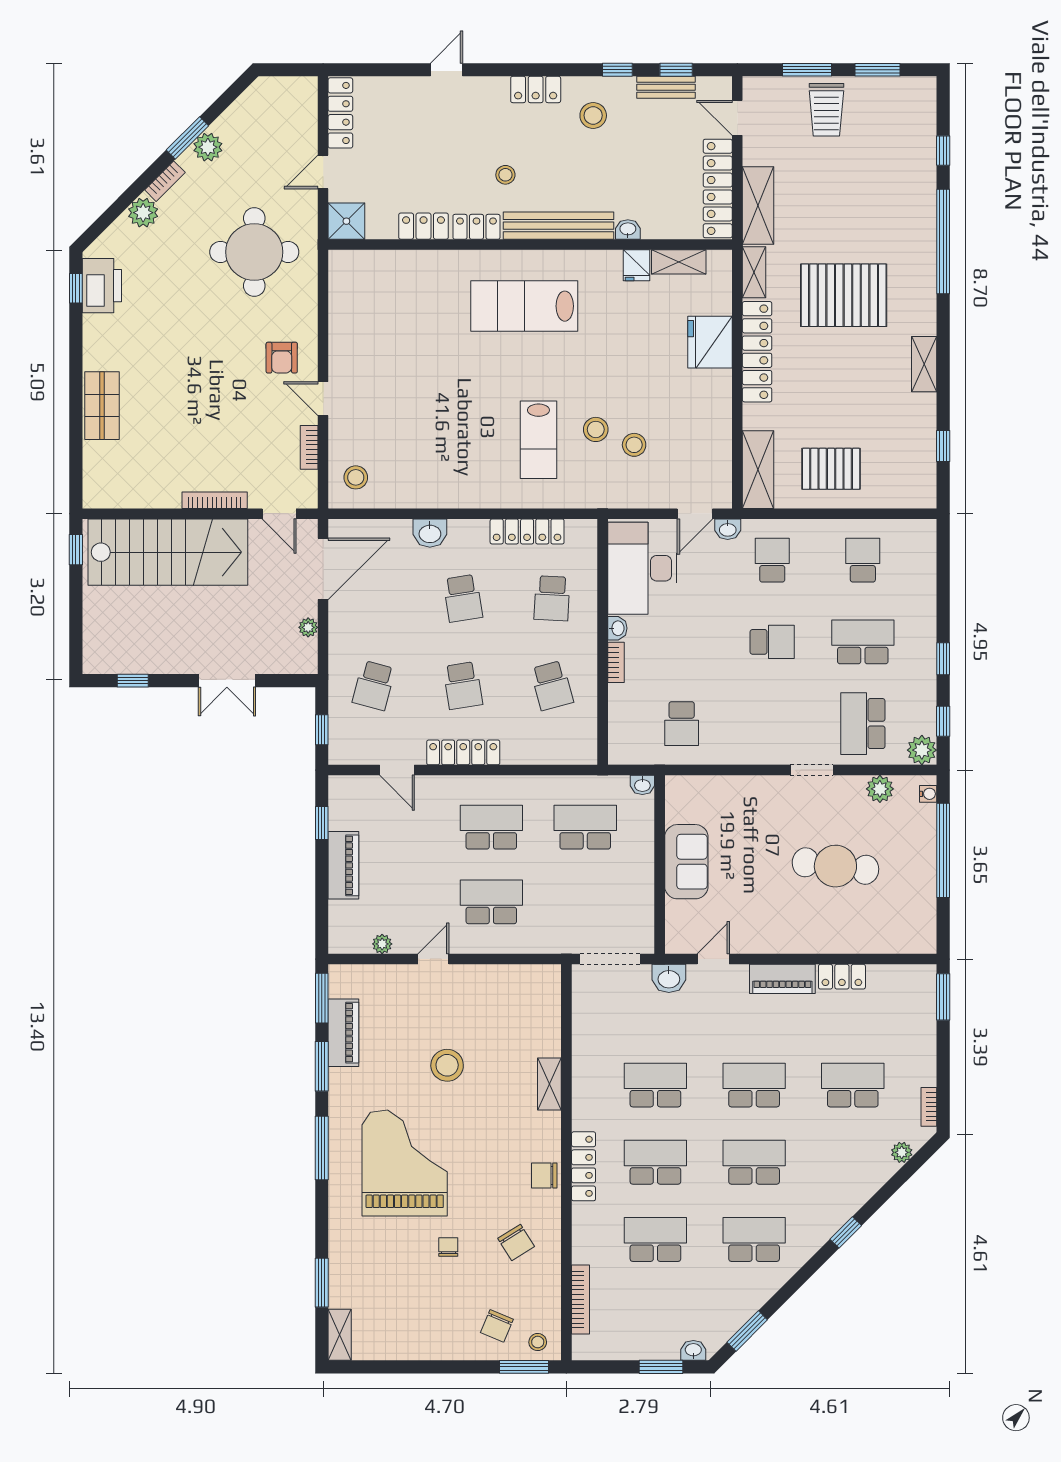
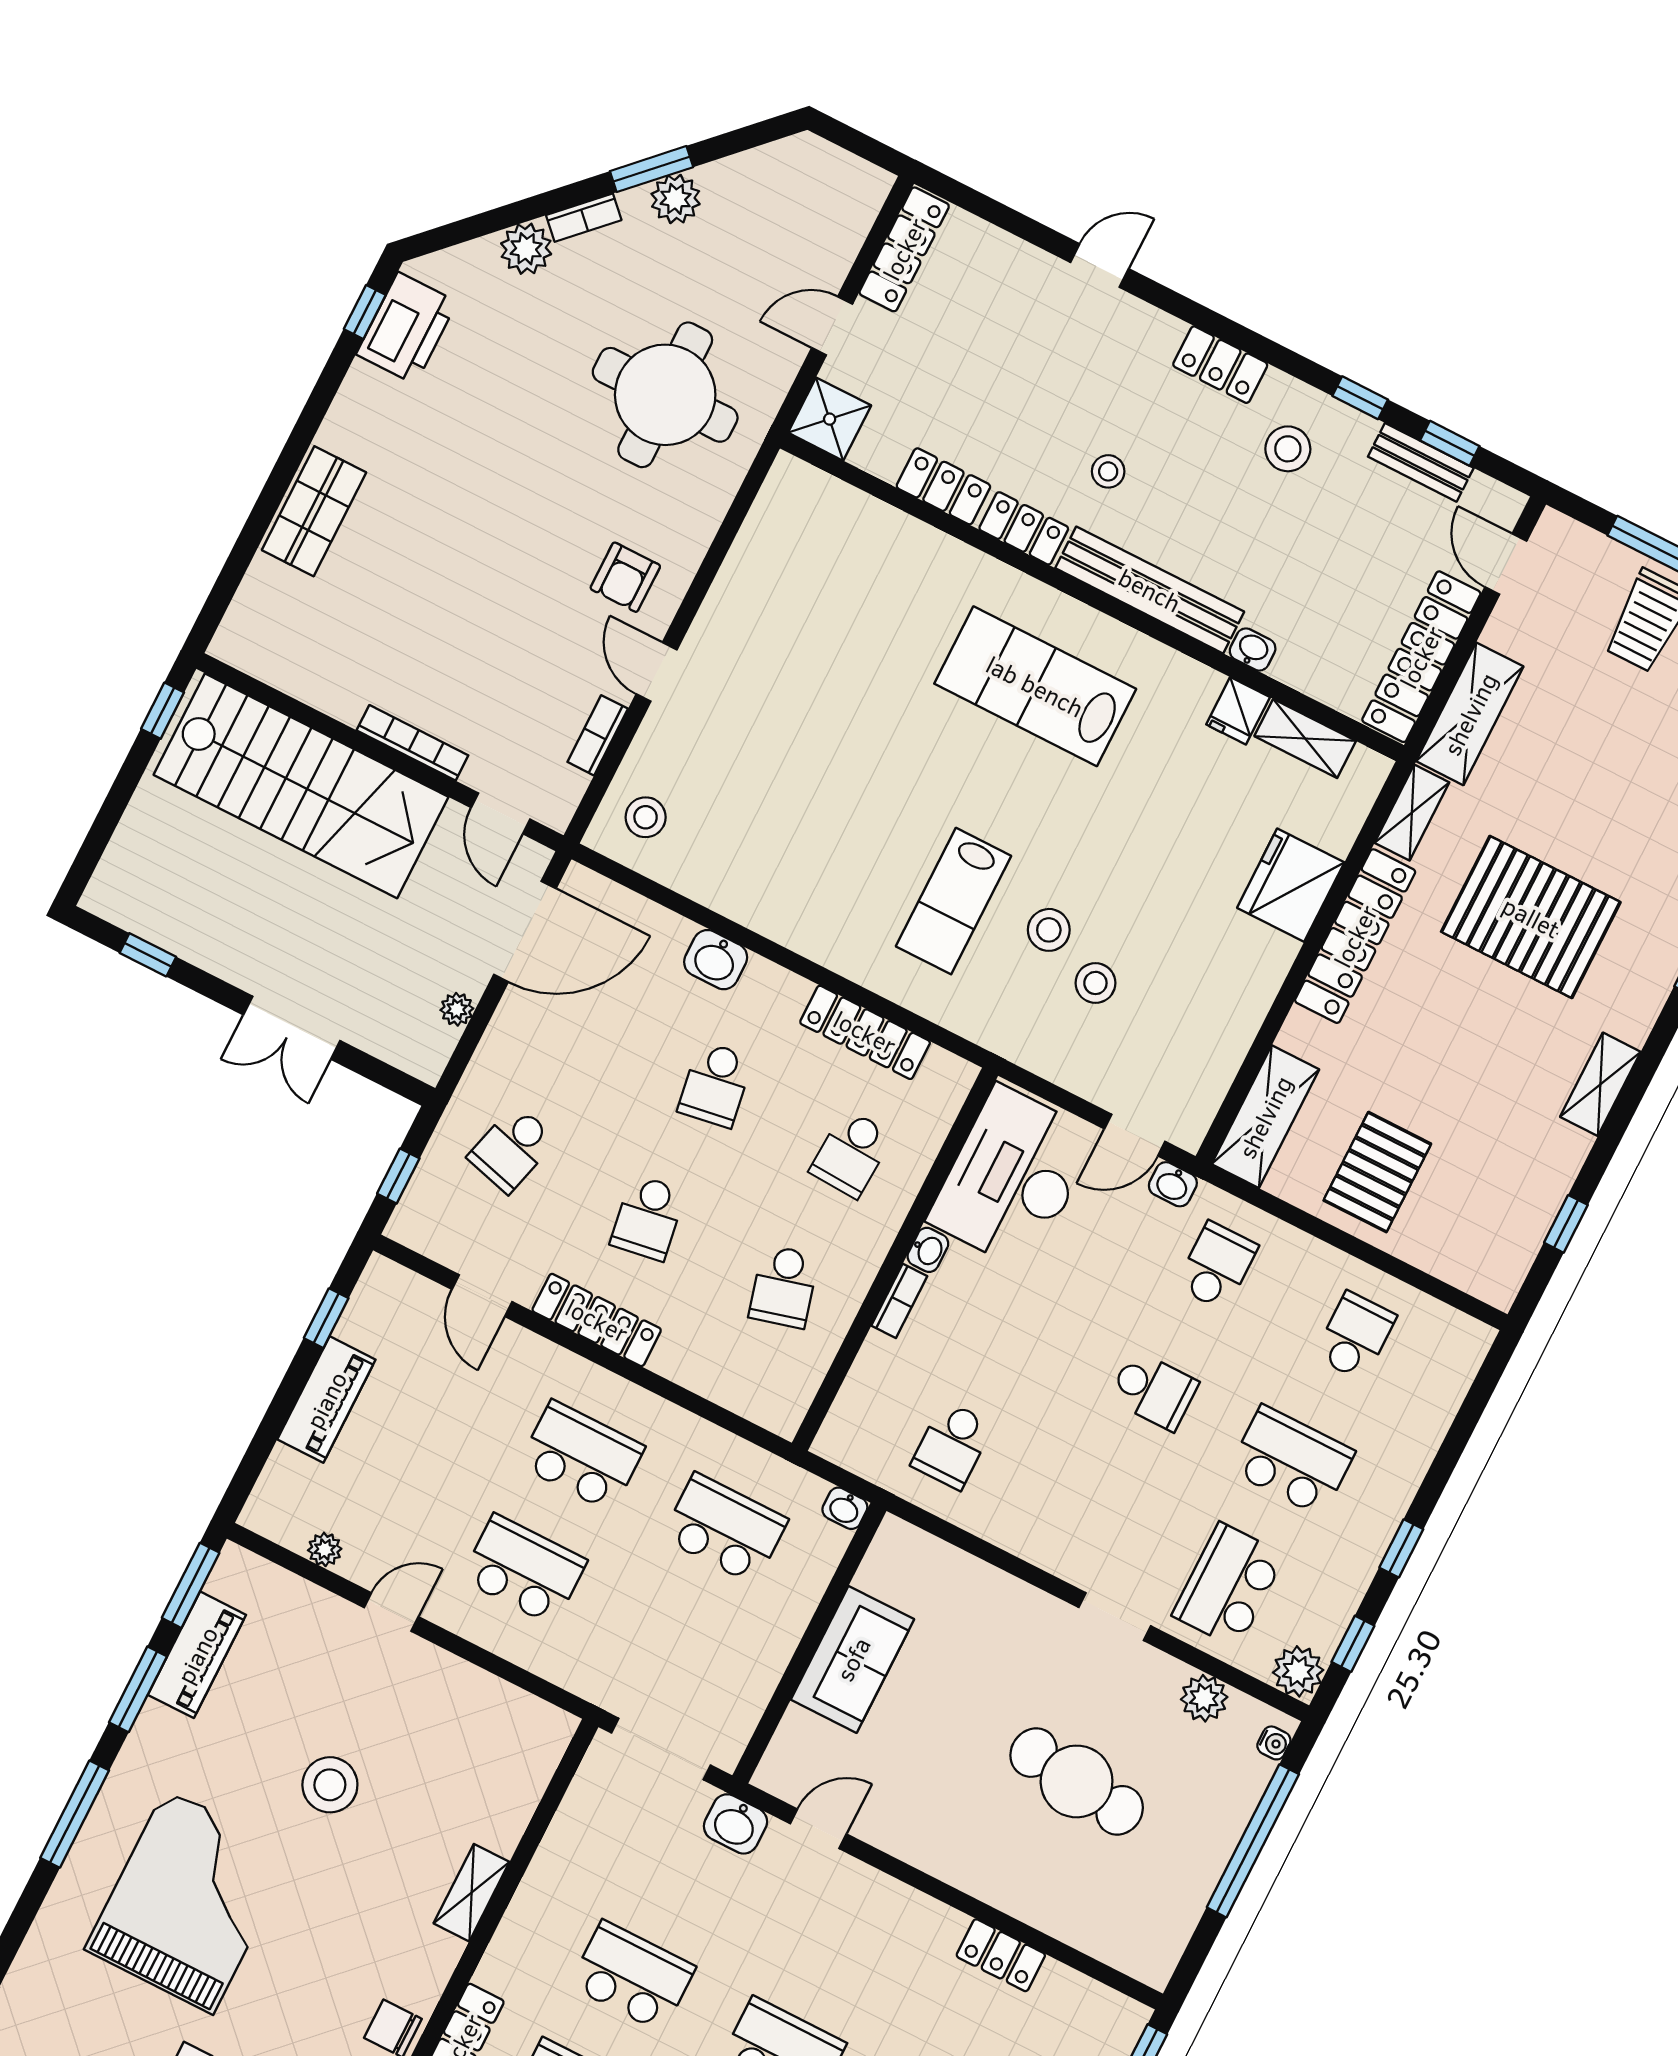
pallet: (831, 469) -> (1377, 1172), turned 90
piano: (782, 979) -> (908, 1912), removed

